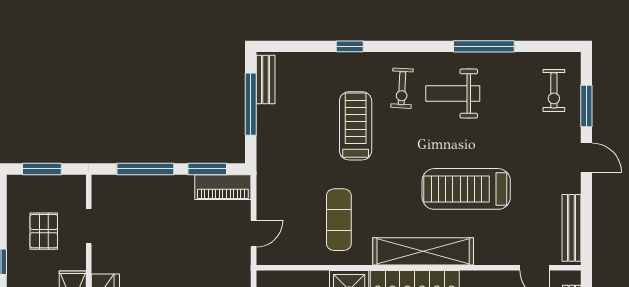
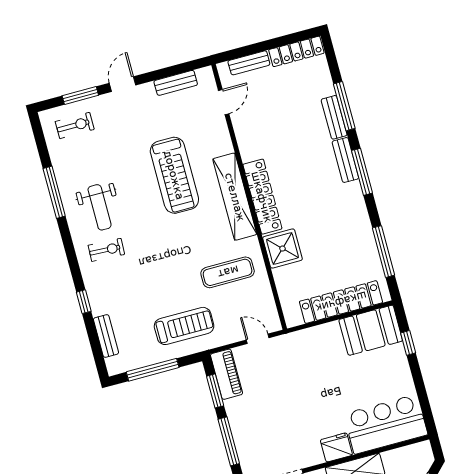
bench: (266, 79) -> (106, 336), moved, turned 90
treadmill: (356, 126) -> (184, 326), moved, turned 180
bench: (571, 228) -> (176, 83), width x0.73

